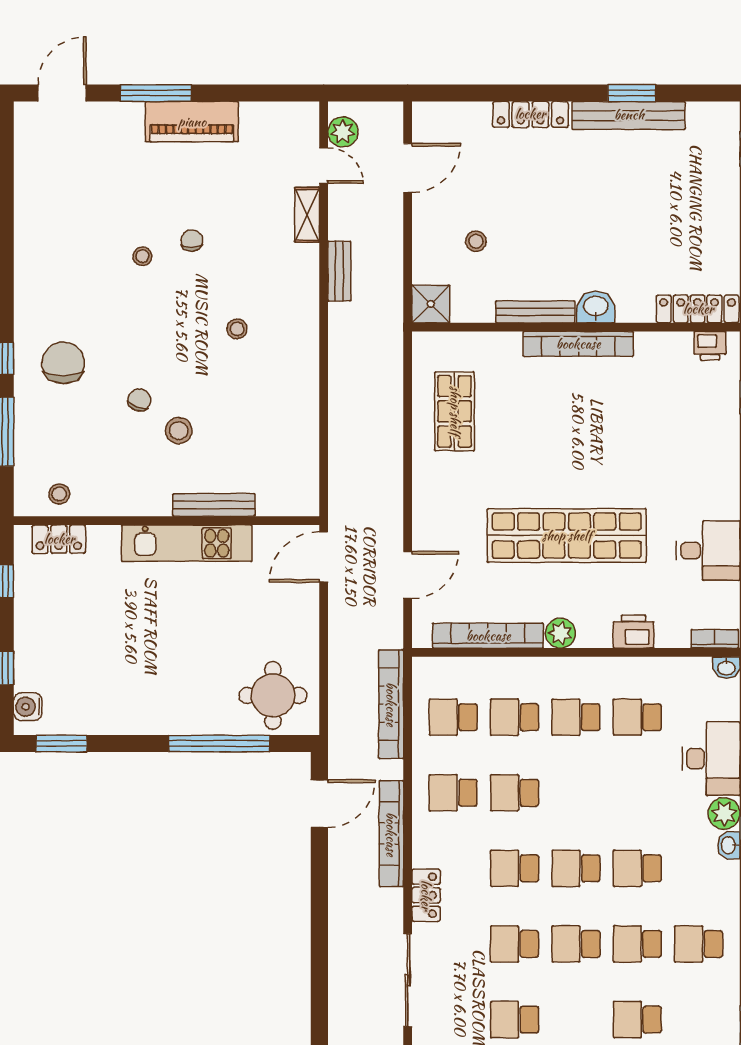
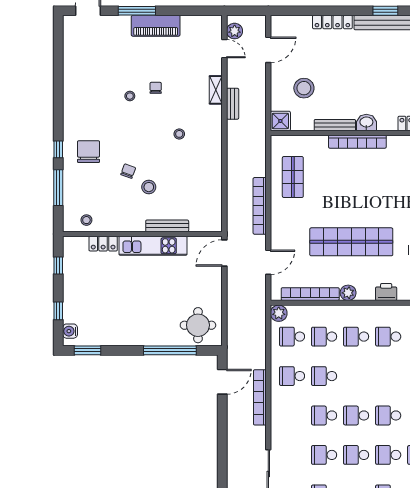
shelving: (307, 215) -> (216, 90), moved
stool: (476, 241) -> (304, 88), width x1.89, depth x1.89
locker: (59, 539) -> (103, 244), moved
plant: (428, 672) -> (279, 313), added
bookcase: (391, 704) -> (260, 206), moved
locker: (426, 895) -> (278, 430), removed

